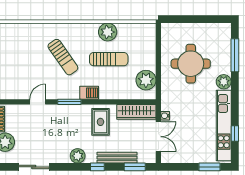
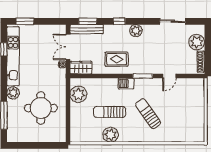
wardrobe: (136, 112) -> (81, 68), width x0.67
rug: (100, 122) -> (117, 59), turned 90
bench: (117, 158) -> (87, 29), moved

